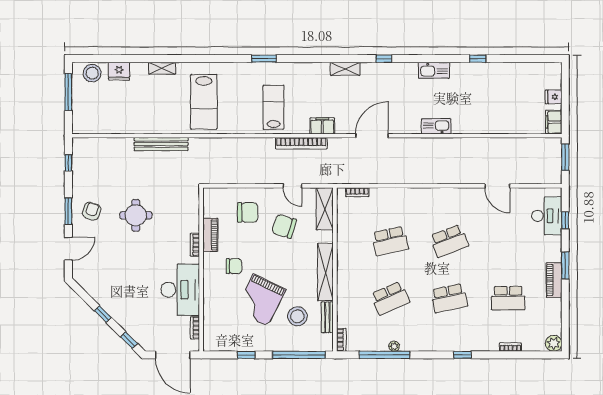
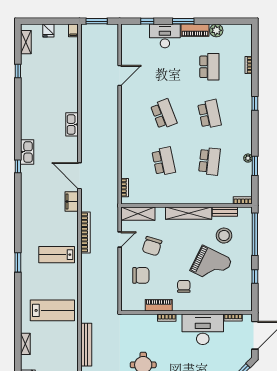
window: (478, 59) -> (18, 71), moved
shelving: (345, 69) -> (26, 42), moved
kitchen sink: (434, 70) -> (27, 152), moved
filing cabinet: (554, 122) -> (73, 30), width x0.50
filing cabinet: (322, 126) -> (72, 201), moved
chair: (248, 212) -> (141, 275), turned 90
desk: (547, 216) -> (165, 36), moved
school desk: (390, 298) -> (209, 161), turned 30
plant: (554, 343) -> (216, 30), moved
window: (384, 355) -> (255, 166), width x0.47

